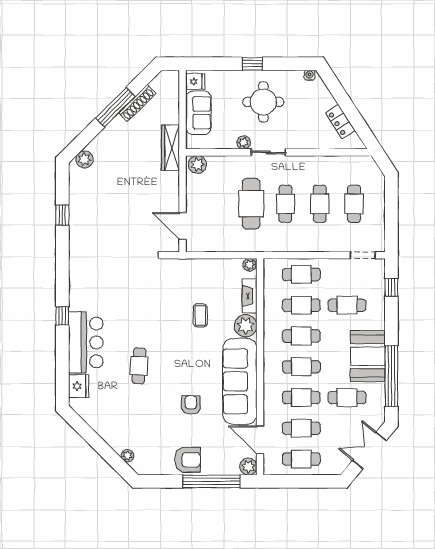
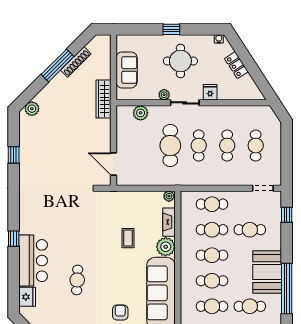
fridge: (195, 82) -> (210, 92), moved, turned -90
locker: (340, 122) -> (236, 65), moved
plant: (197, 164) -> (141, 113), moved

